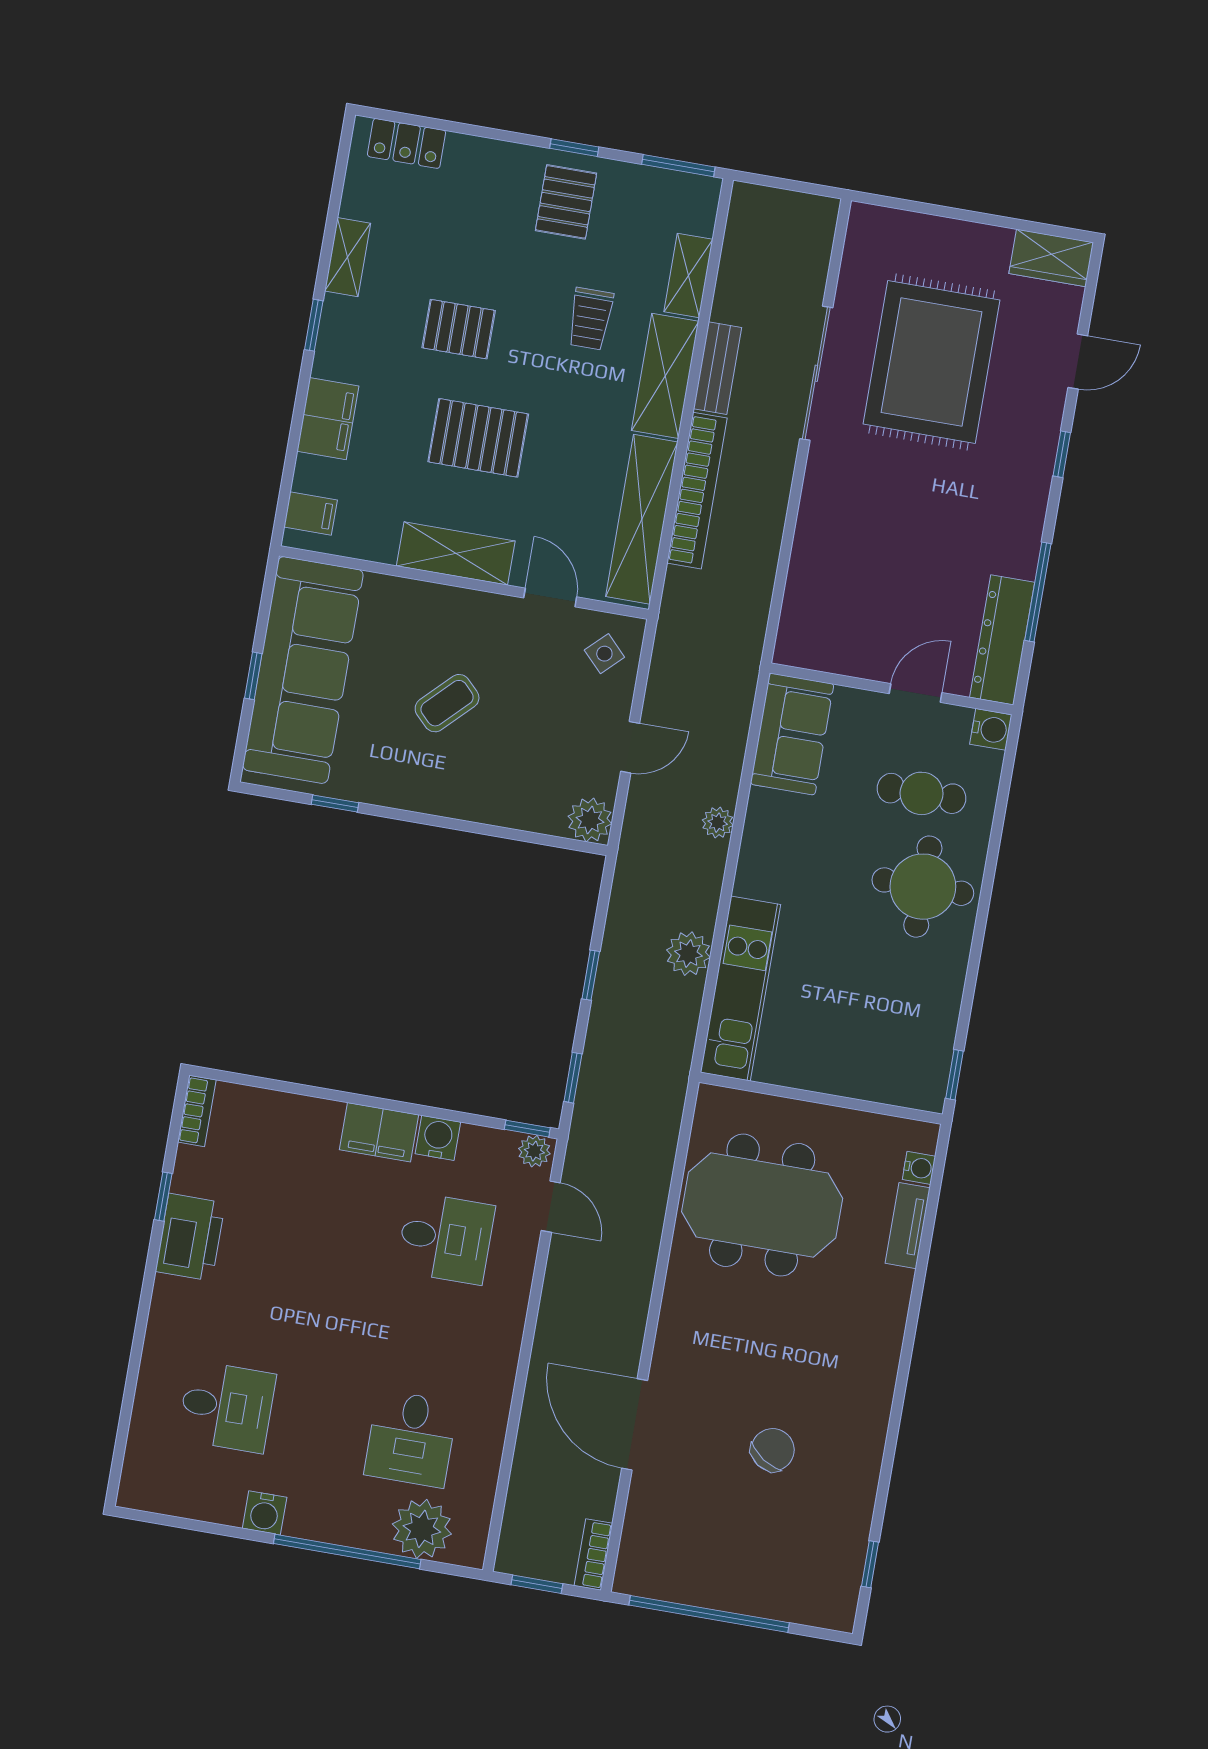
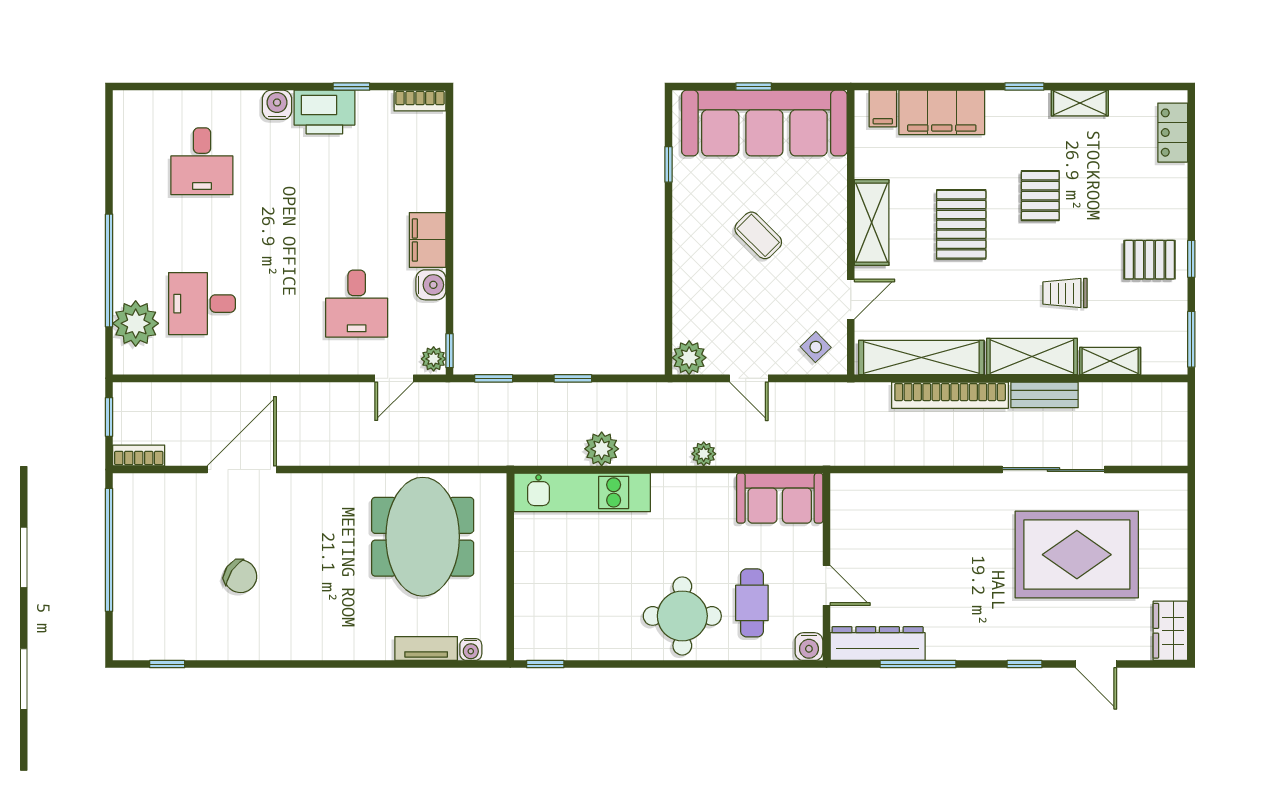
filing cabinet: (328, 419) -> (942, 112), width x1.50, depth x1.17
water cooler: (265, 1513) -> (277, 105), moved, turned 90

